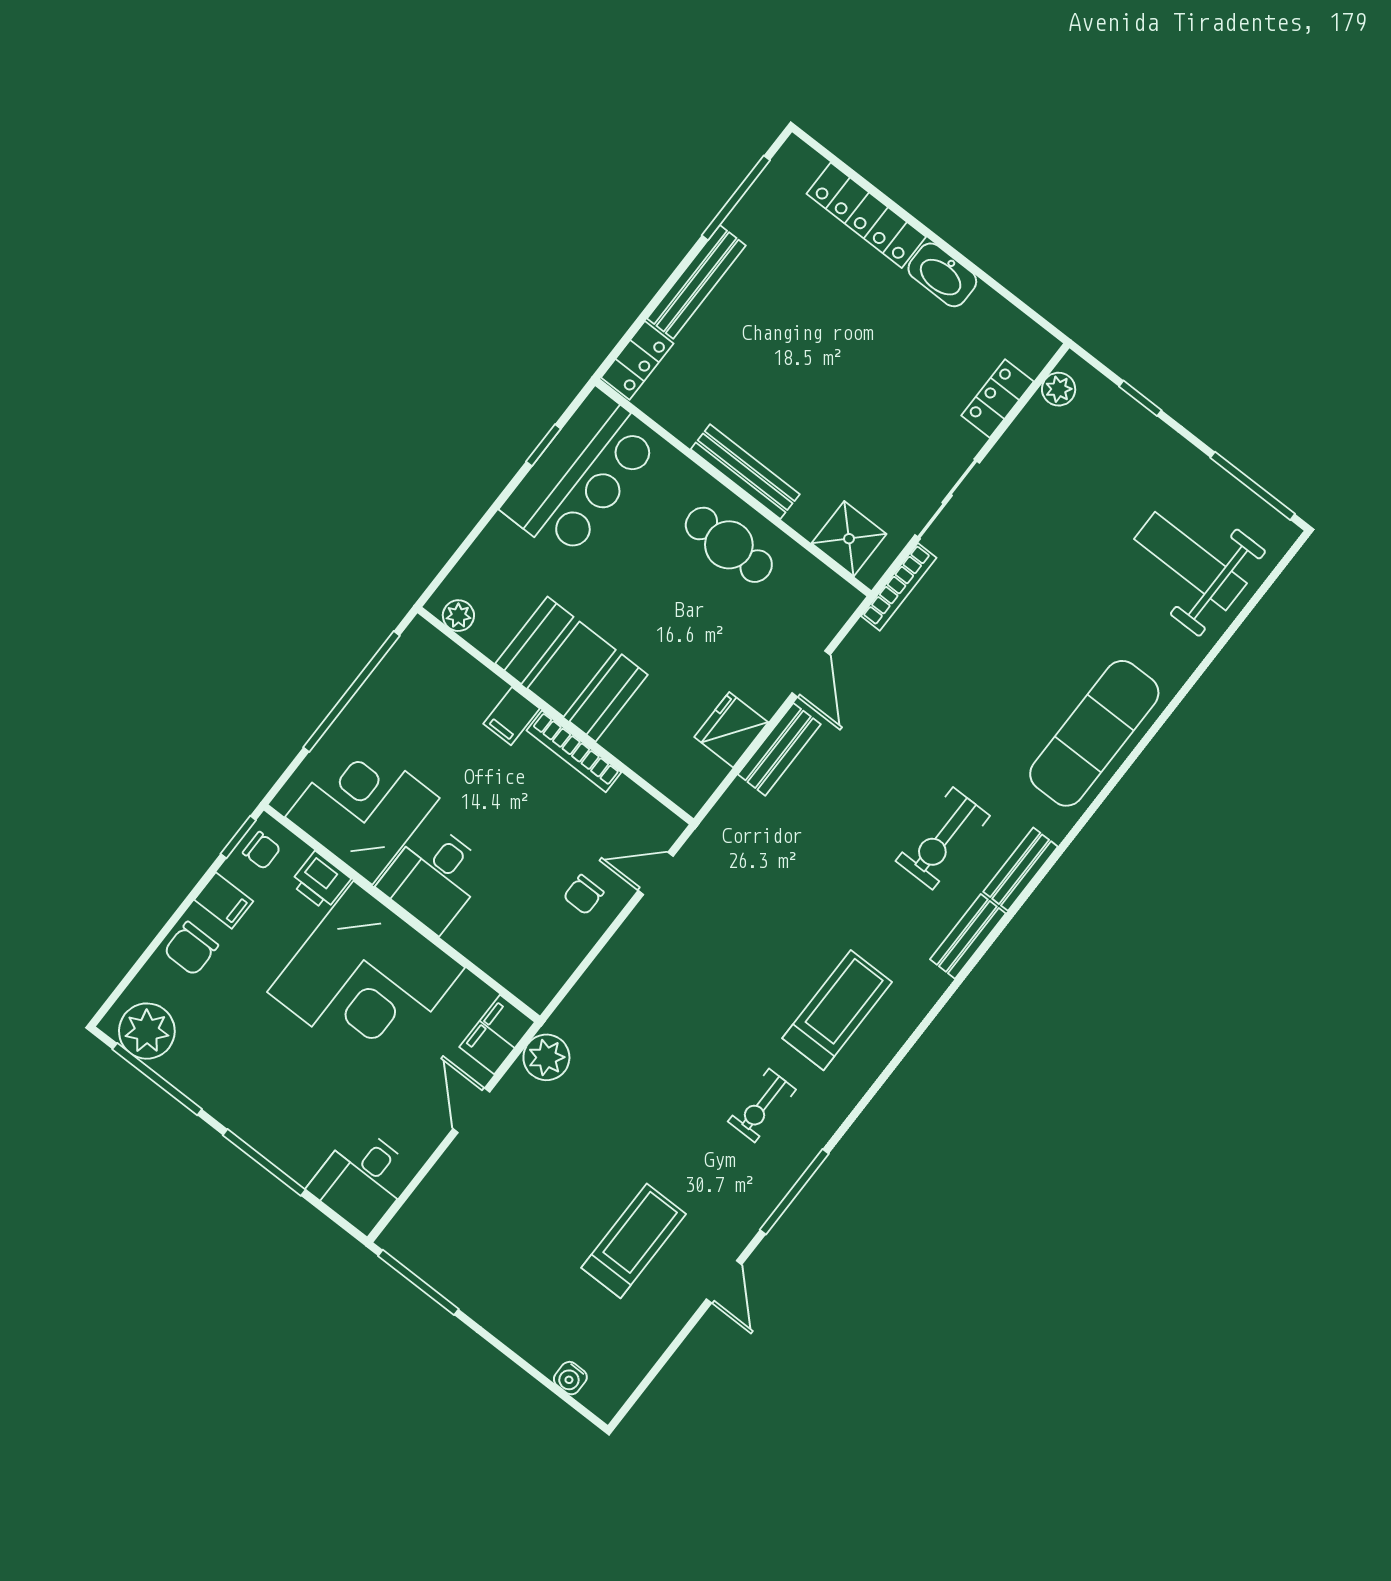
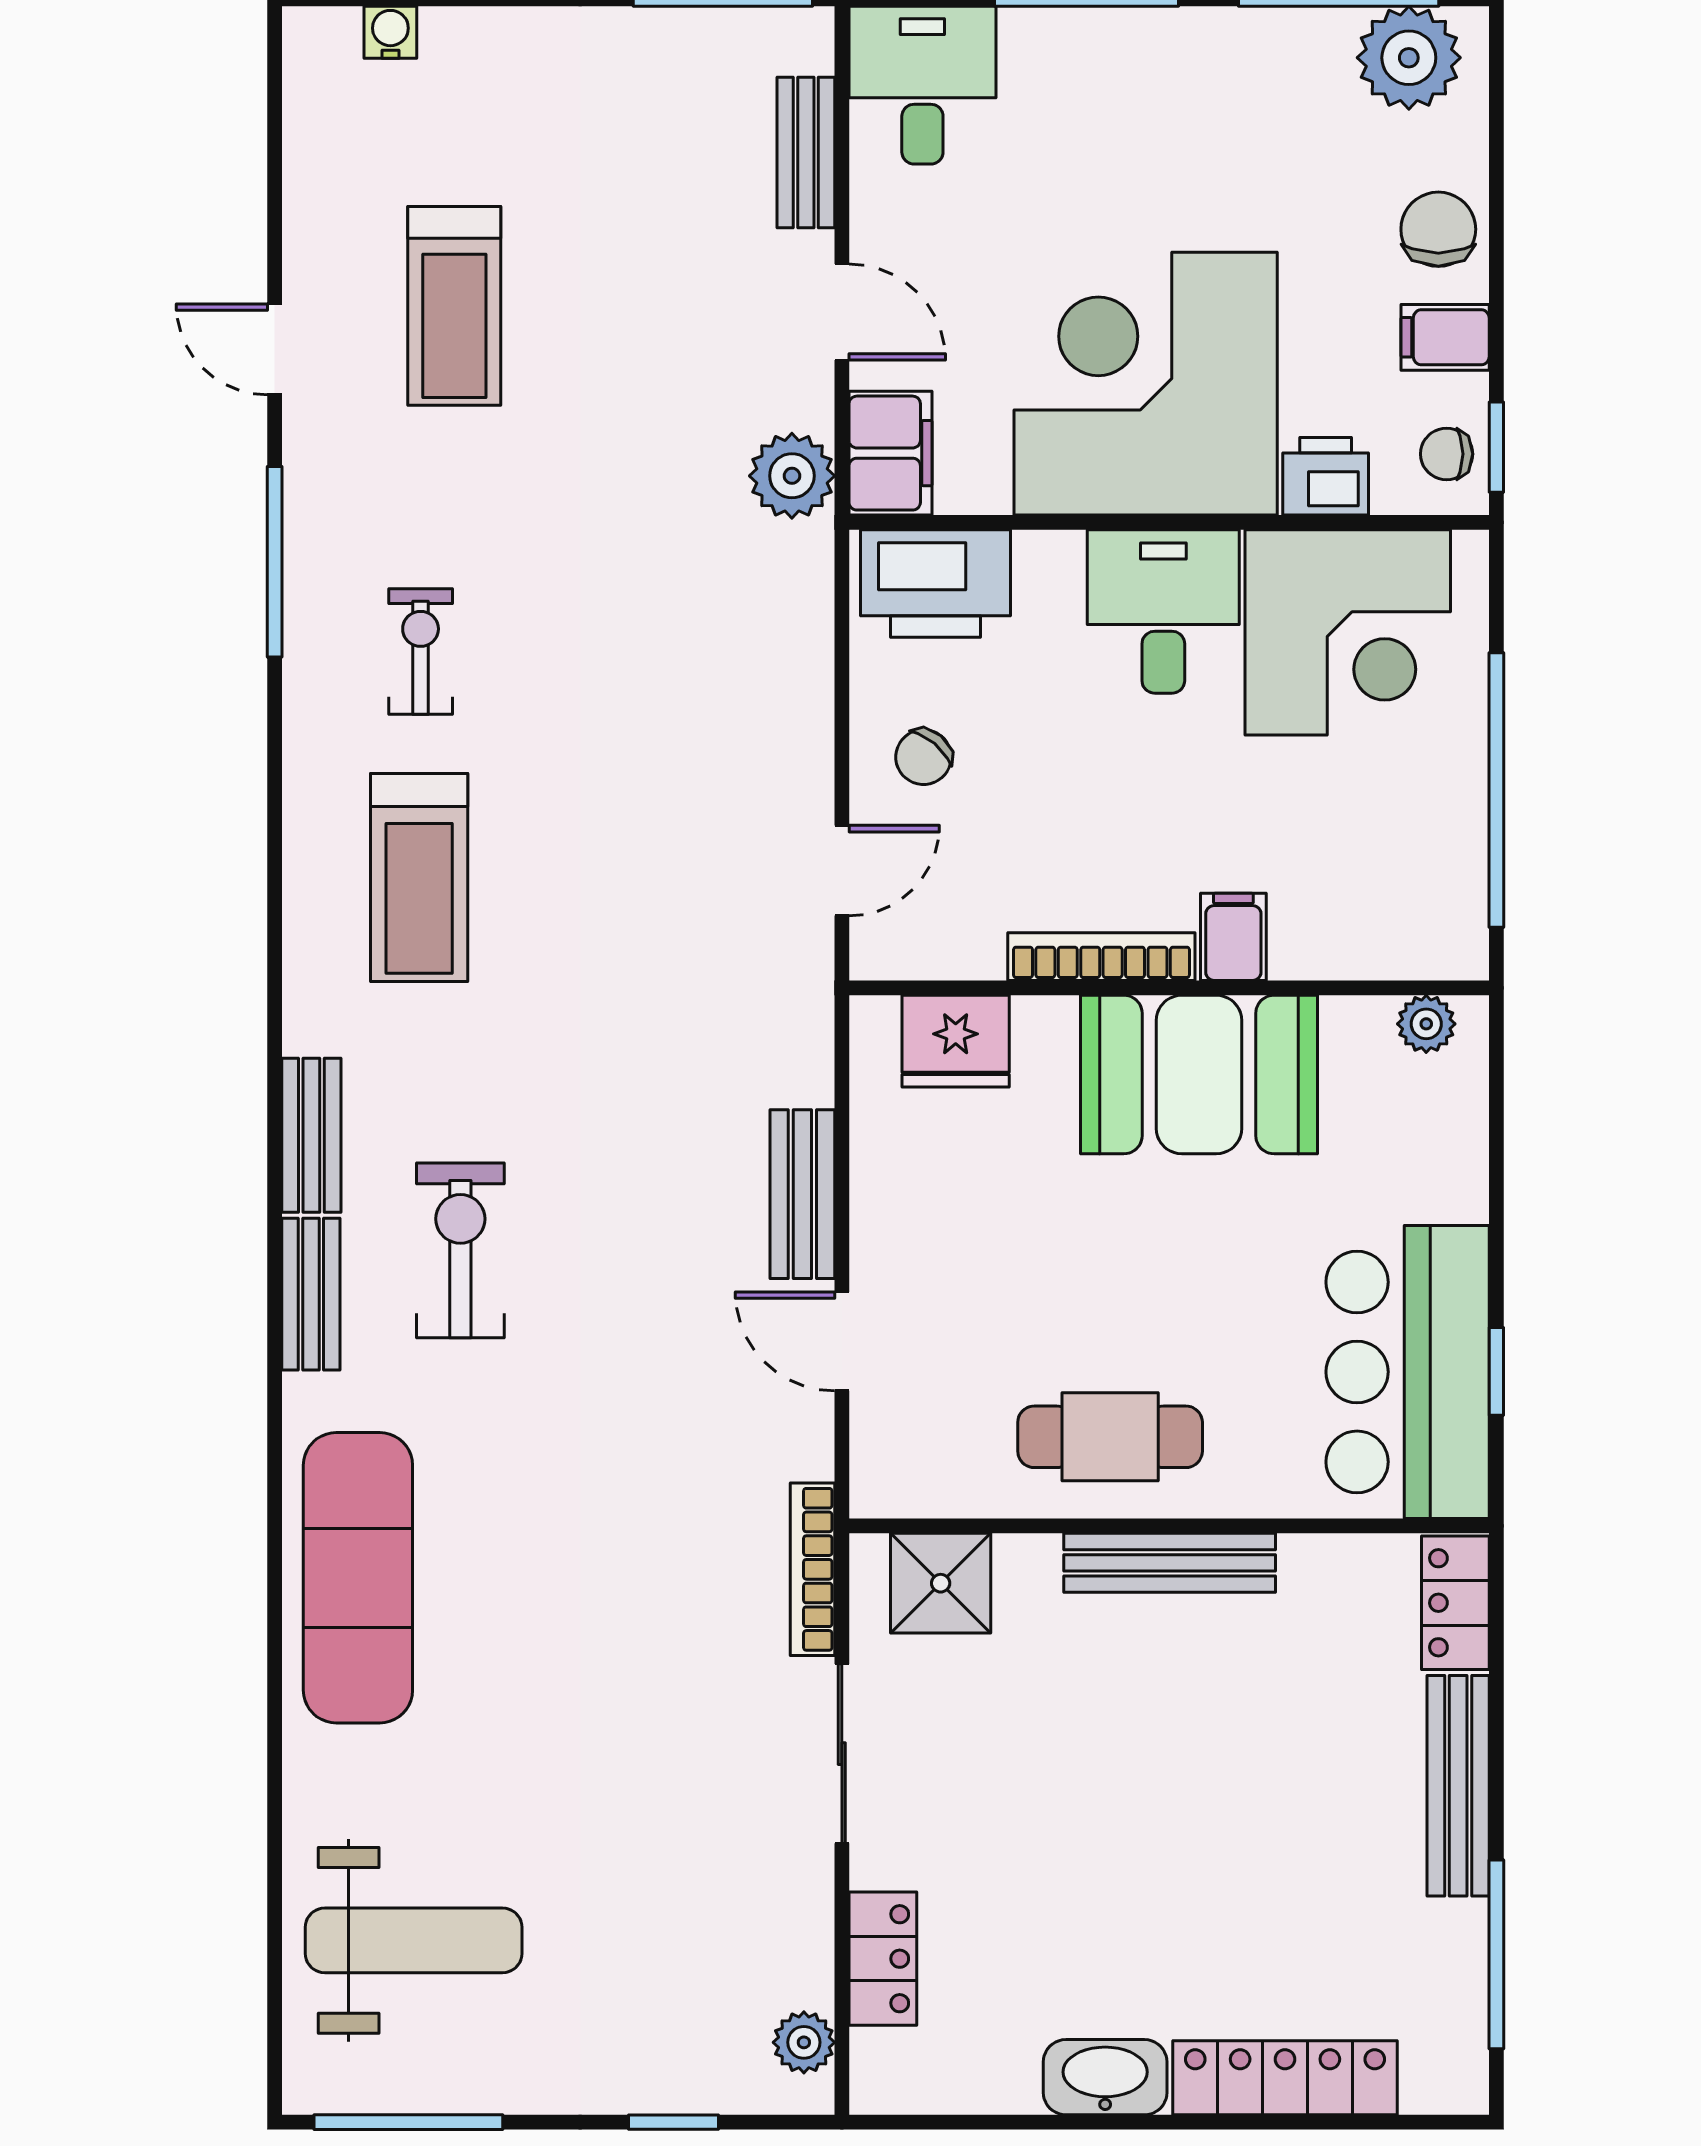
fridge: (731, 730) -> (956, 1041), moved, turned 90
chair: (584, 895) -> (923, 757), turned -140
printer: (521, 964) -> (936, 583), added
bench: (434, 1190) -> (806, 152), added

